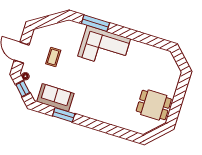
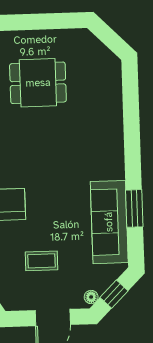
sofa: (55, 98) -> (109, 222), width x1.36
dining table: (154, 105) -> (38, 83), moved, turned 90

